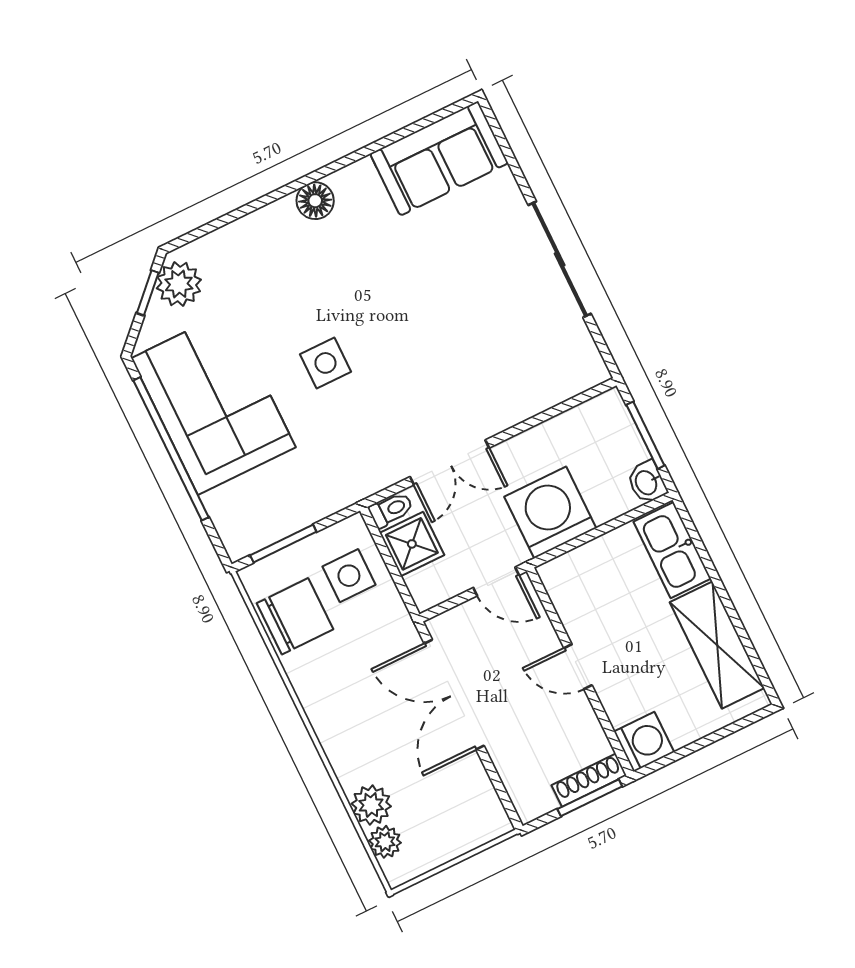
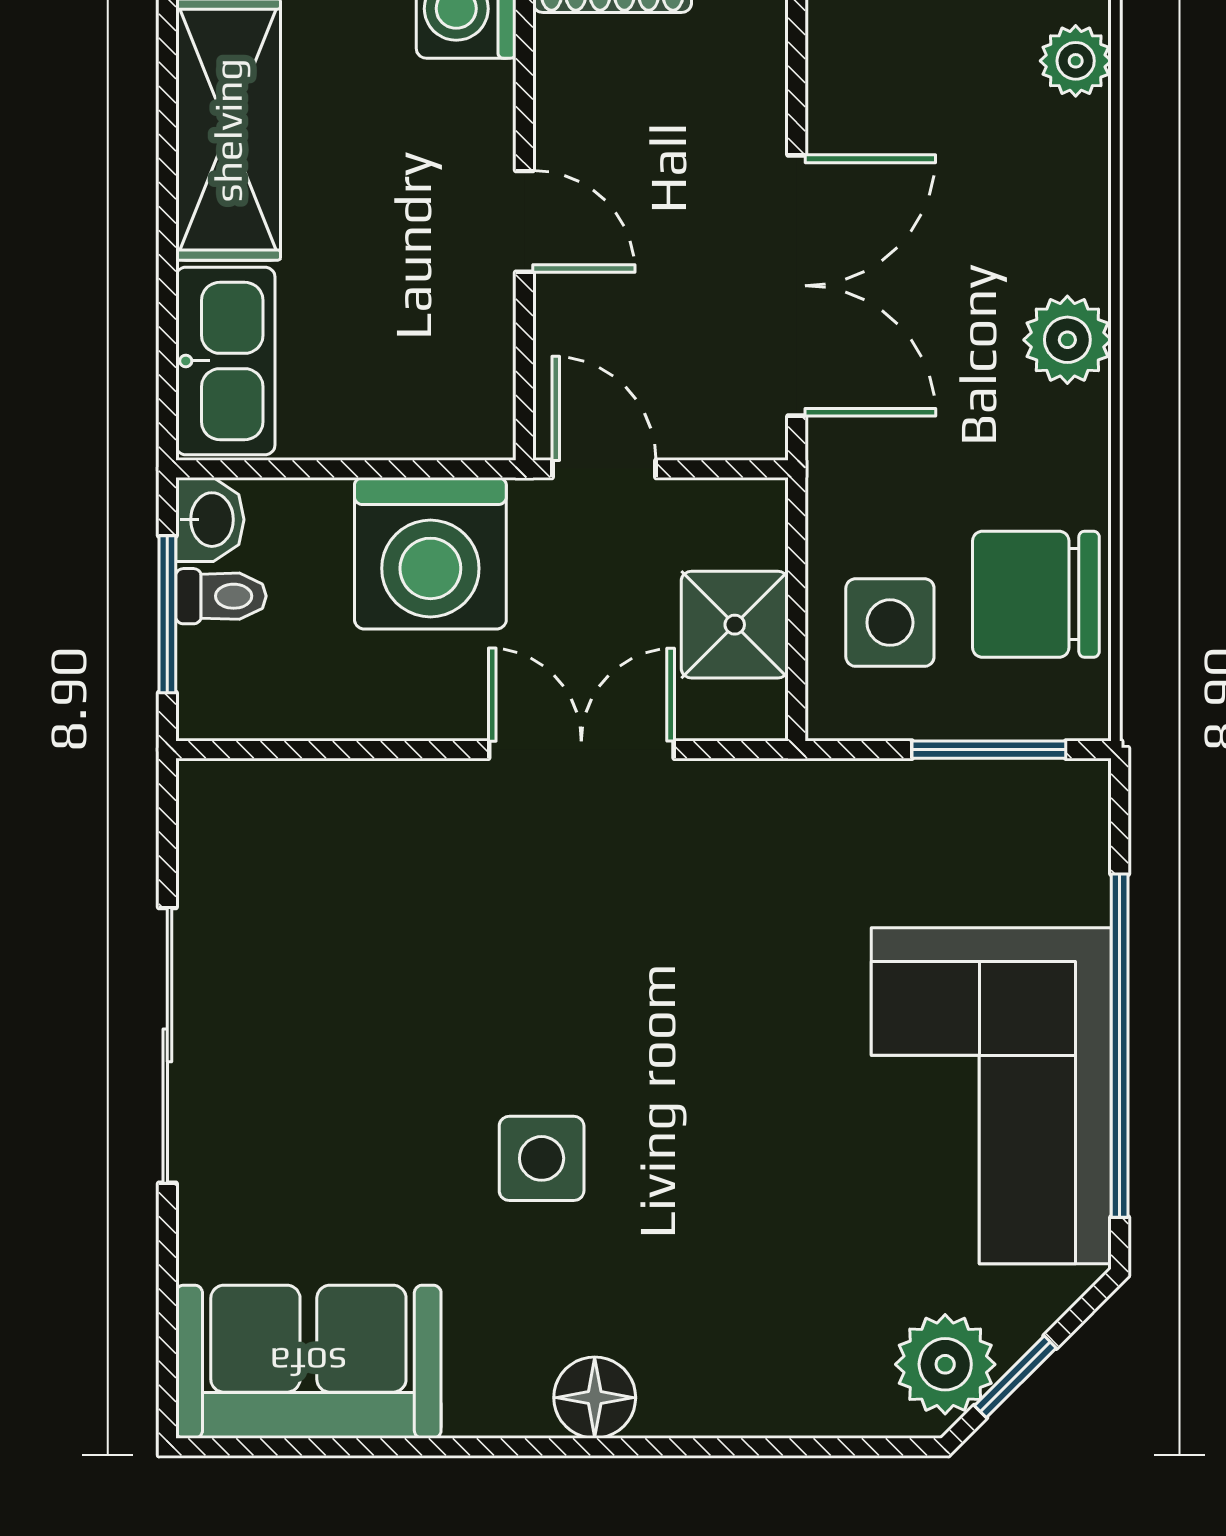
side table: (325, 363) -> (542, 1158), moved
toilet: (391, 510) -> (221, 596), moved, turned 180
plant: (371, 805) -> (1067, 340), moved

